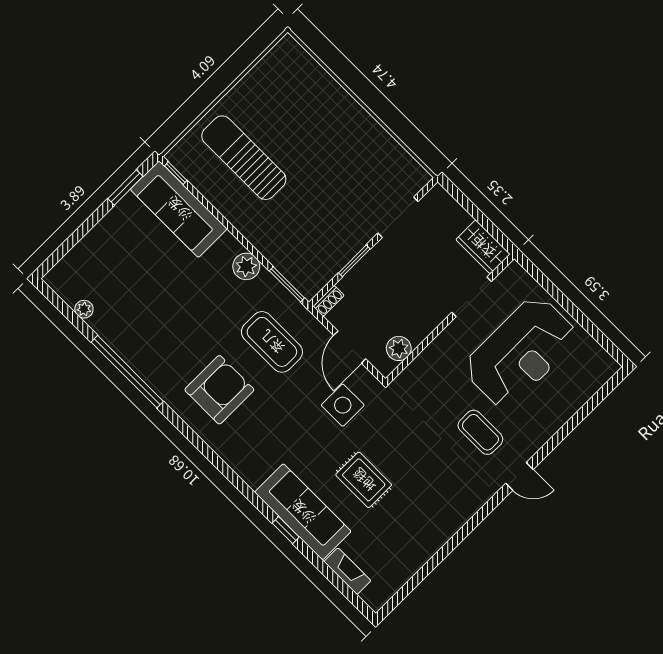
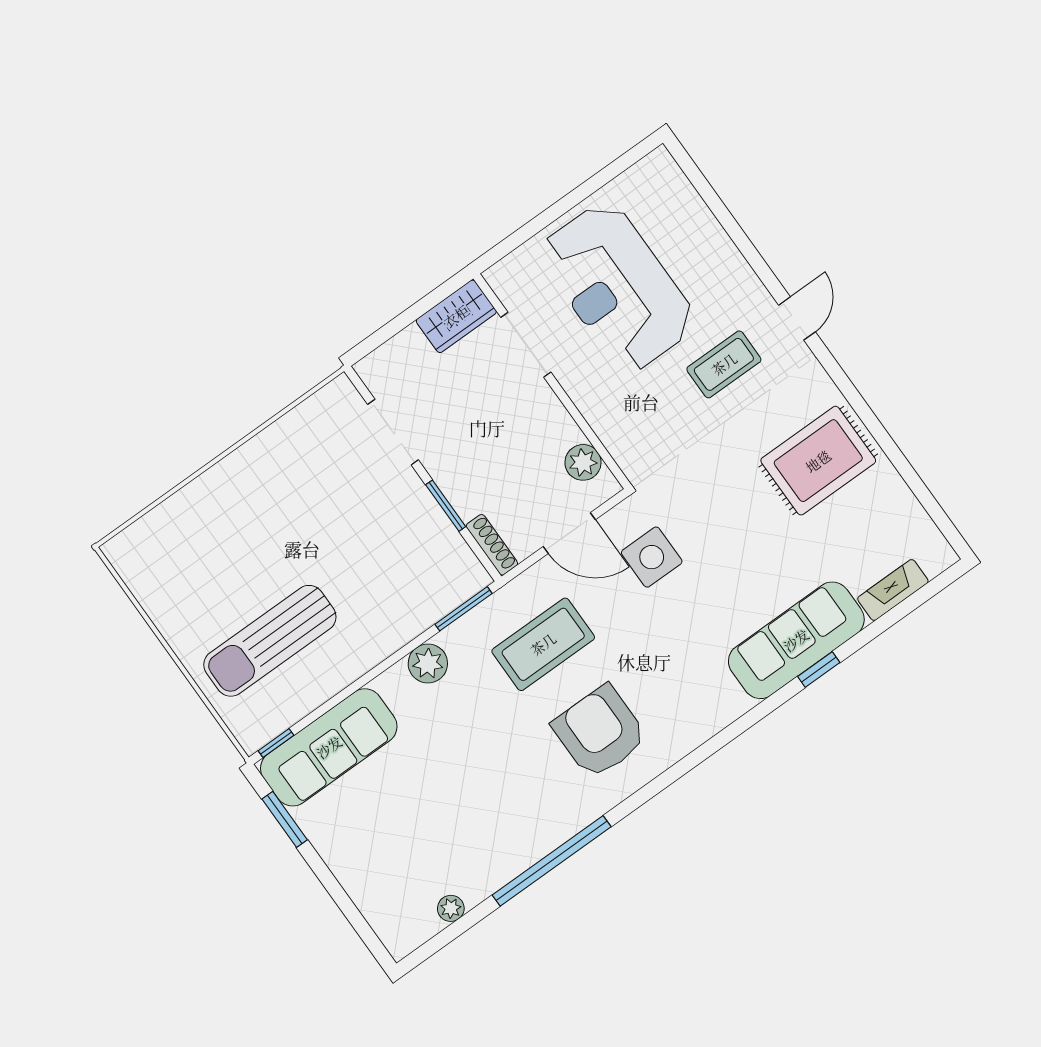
shoe rack: (329, 301) -> (492, 545), width x1.43
reception desk: (521, 352) -> (617, 287), turned 180
rug: (364, 480) -> (818, 461), moved, width x1.36, depth x1.43

